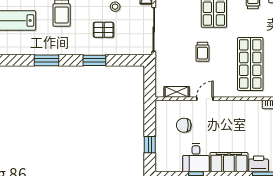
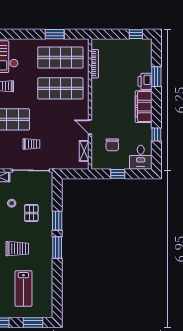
trolley: (202, 52) -> (31, 144), moved
window: (46, 60) -> (57, 248), moved
window: (150, 145) -> (118, 174), moved
desk: (196, 158) -> (141, 157), moved, turned 90

